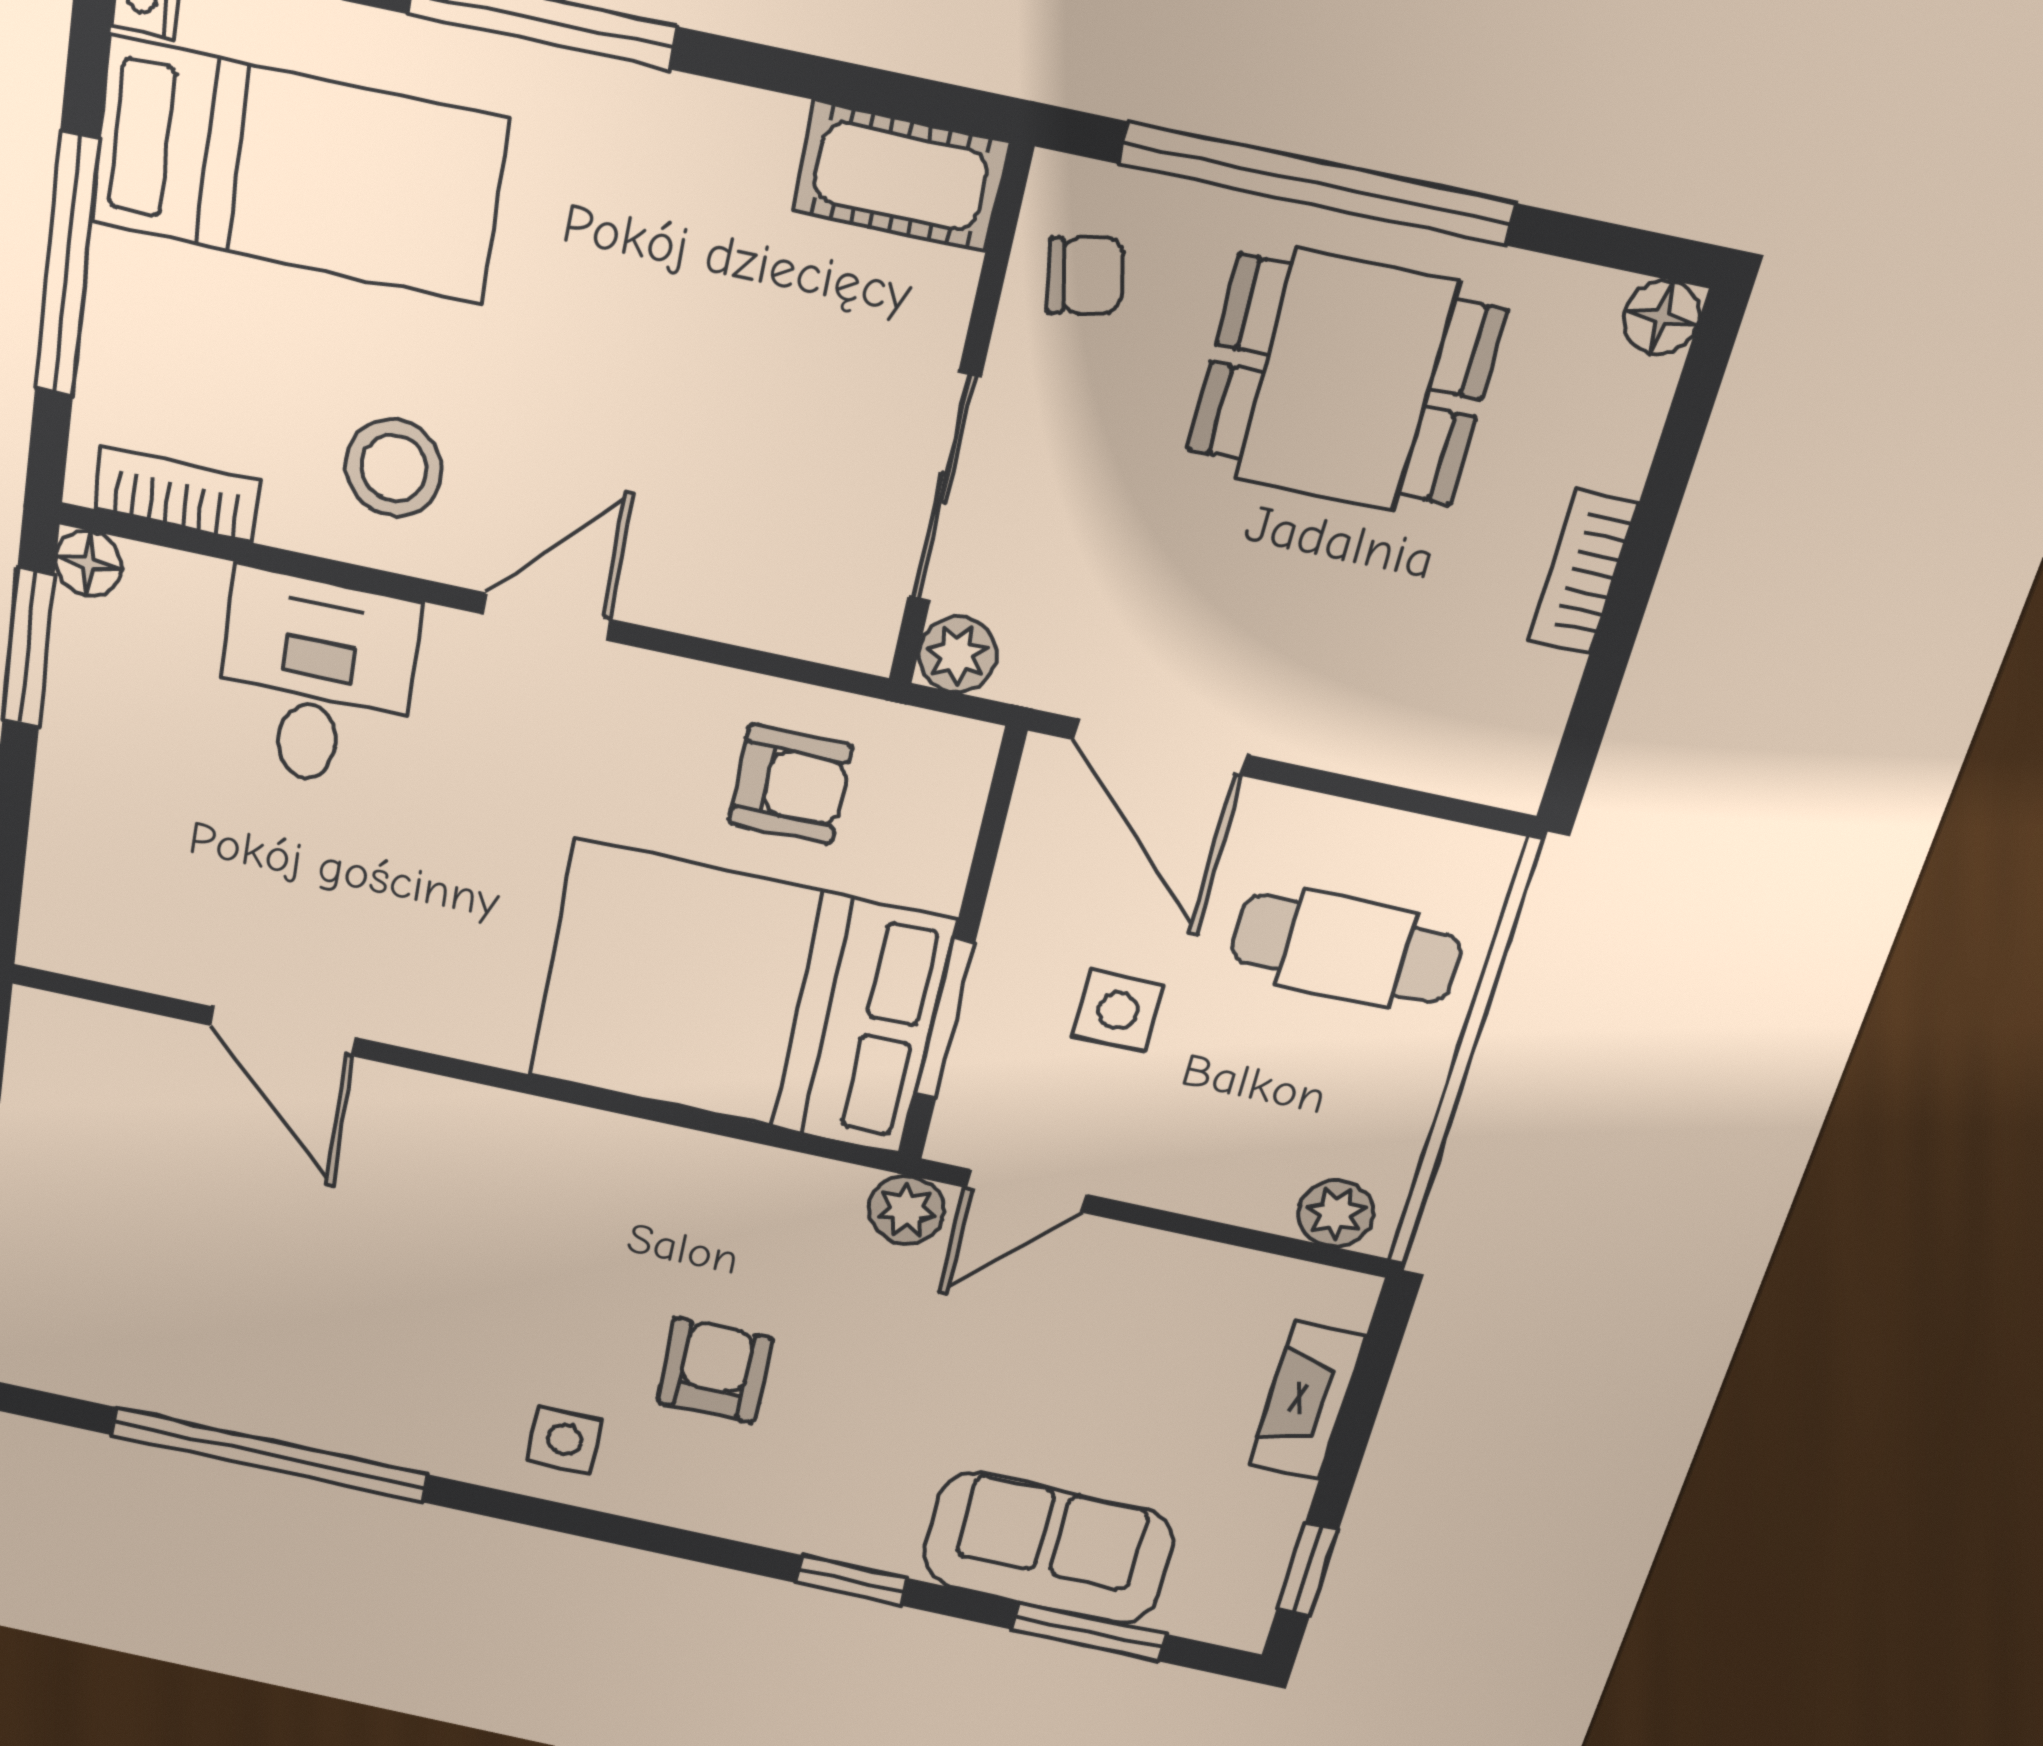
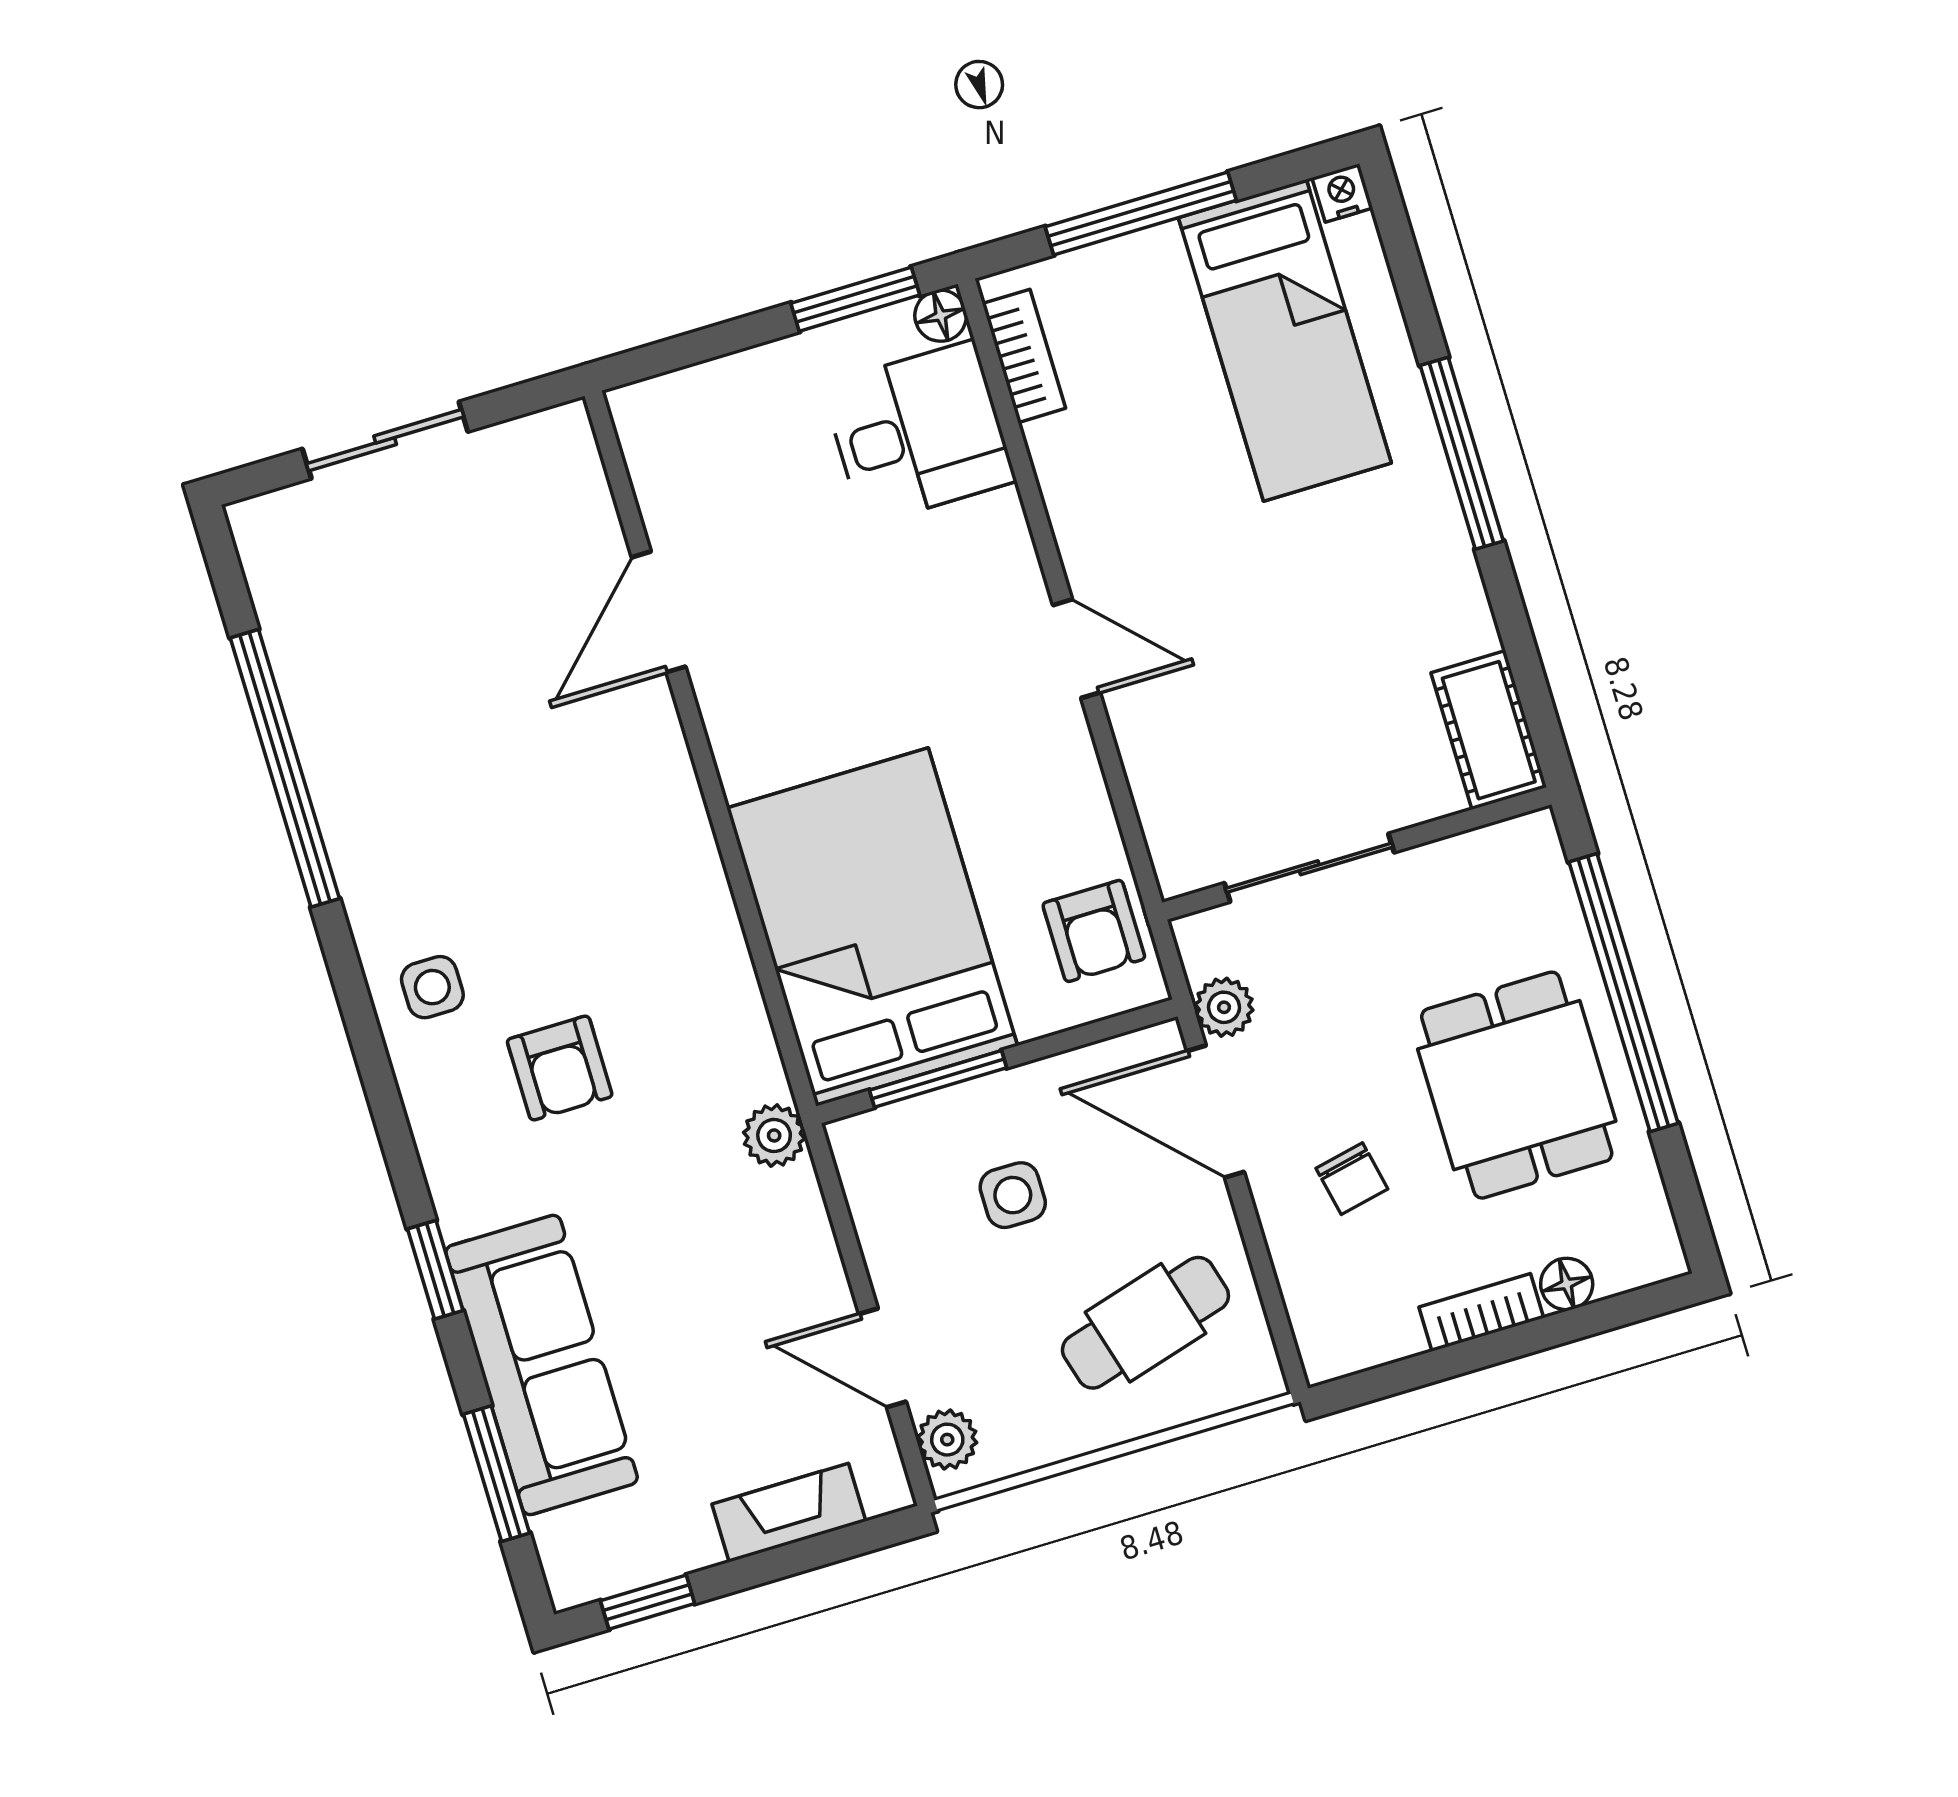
chair: (1085, 276) -> (1352, 1179), moved
floor lamp: (1662, 317) -> (1567, 1284), moved
stool: (394, 468) -> (1123, 495), removed
plant: (957, 654) -> (1224, 1007), moved
desk: (316, 681) -> (919, 433), moved
door: (1160, 747) -> (1215, 1111), hinge flipped
armchair: (790, 785) -> (1094, 931), moved
cafe table: (1346, 949) -> (1145, 1323), turned 74
door: (1026, 1191) -> (882, 1358), moved
armchair: (715, 1370) -> (560, 1068), turned 90
sofa: (1048, 1548) -> (542, 1365), width x1.36

